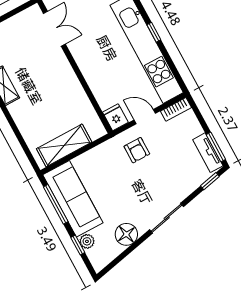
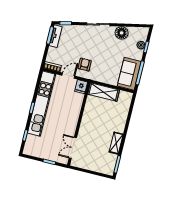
door: (145, 117) -> (68, 76), swing flipped
shelving: (64, 145) -> (103, 92), moved
sofa: (73, 199) -> (129, 74), width x0.73

